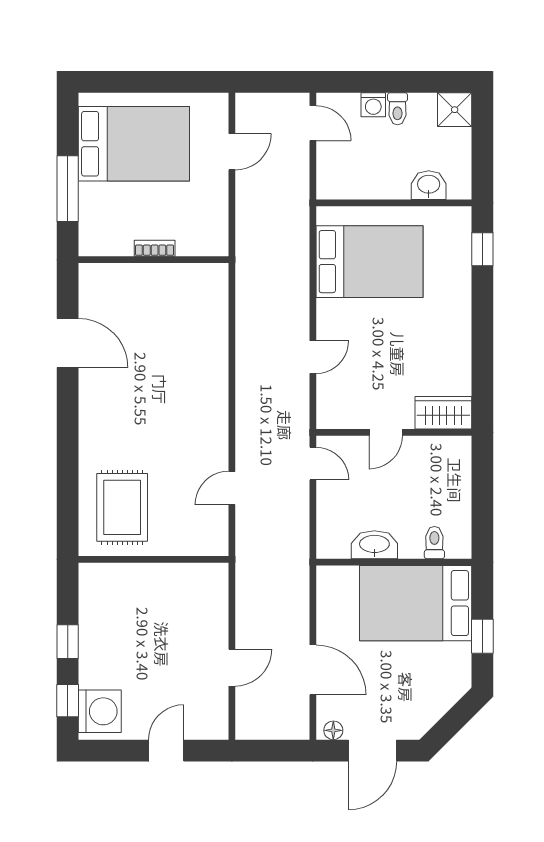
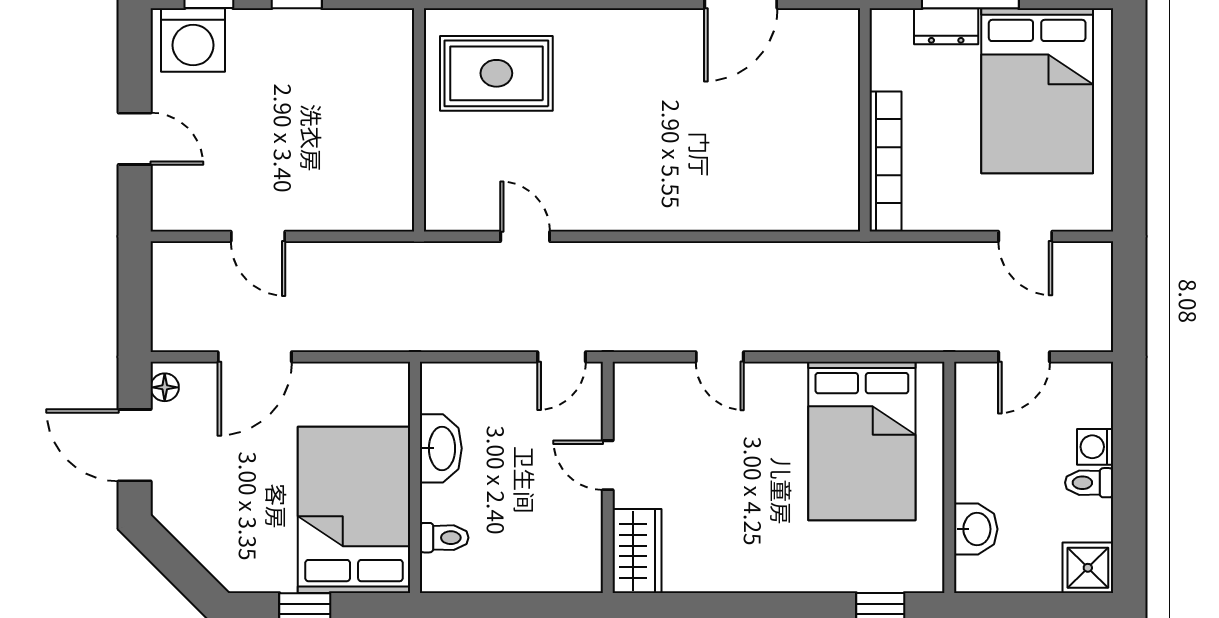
door: (313, 123) -> (1024, 357), moved
dresser: (91, 205) -> (946, 26), added
bookcase: (155, 248) -> (886, 161), width x2.31, depth x1.31

